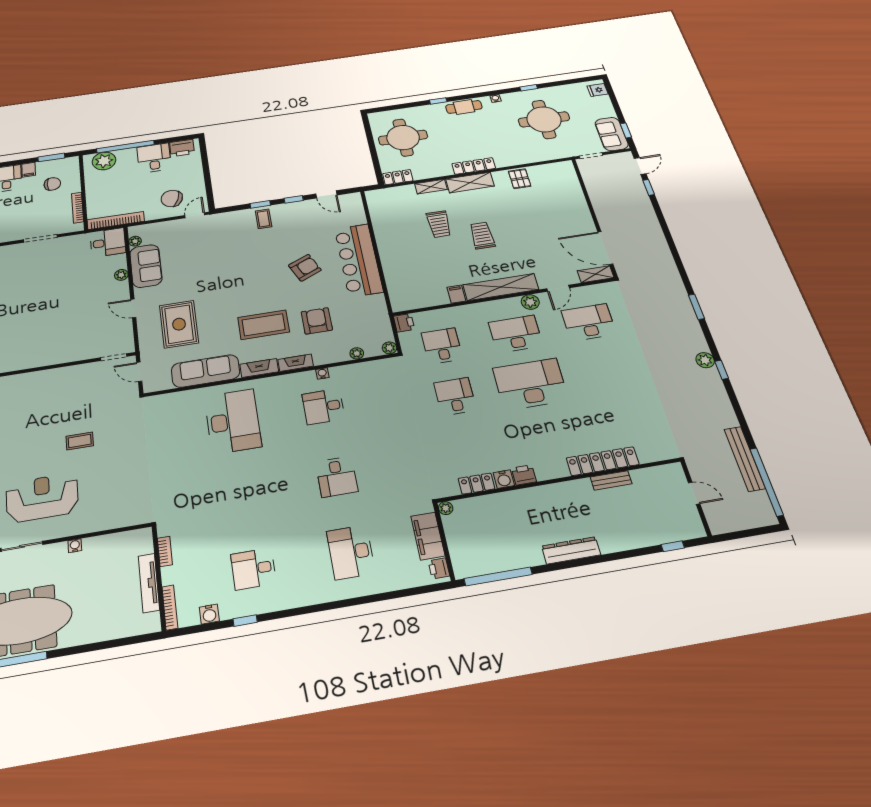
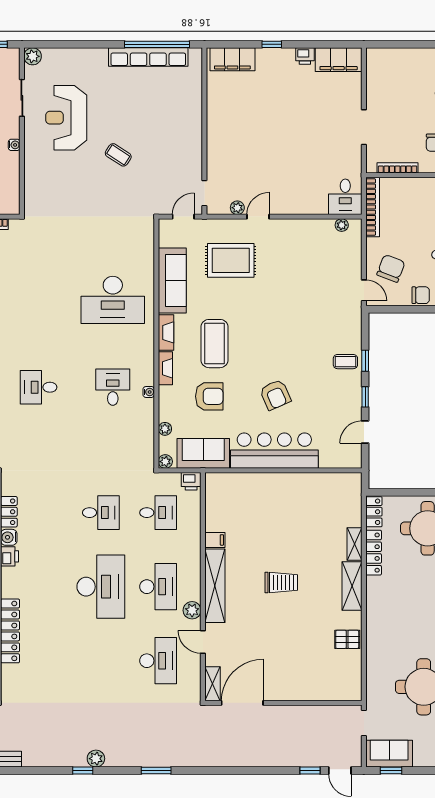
locker: (474, 166) -> (374, 553), moved
chair: (194, 173) -> (421, 295), added
trolley: (439, 224) -> (304, 542), removed
sofa: (146, 266) -> (203, 453), moved, turned 180
plant: (121, 275) -> (237, 208), moved
coffee table: (80, 441) -> (118, 155), turned -57
reception desk: (42, 498) -> (66, 118), turned 180

